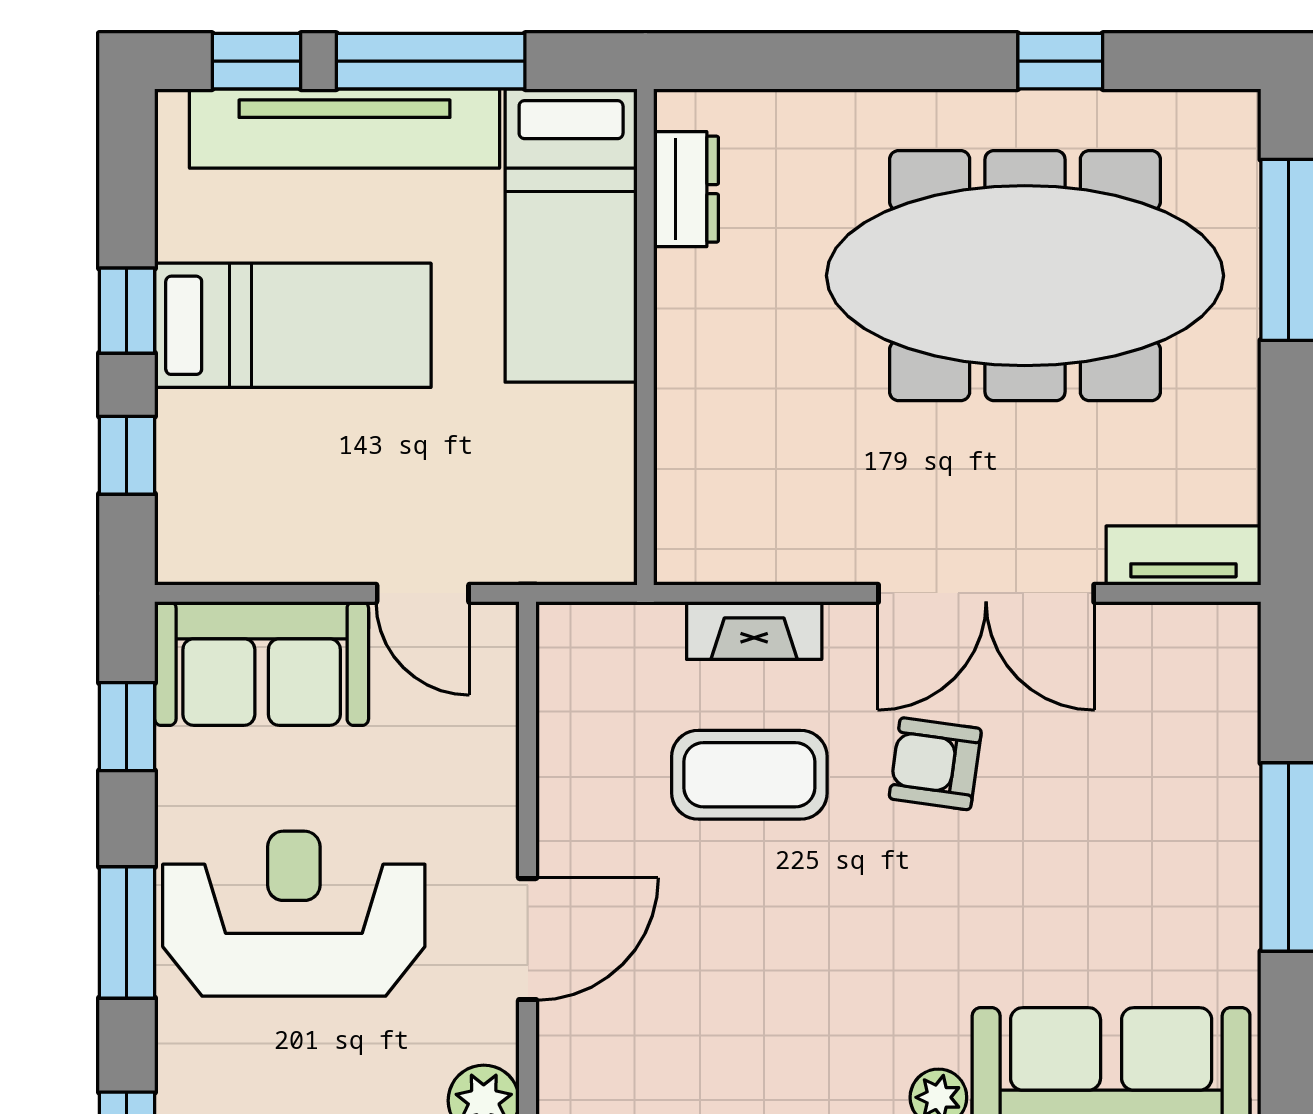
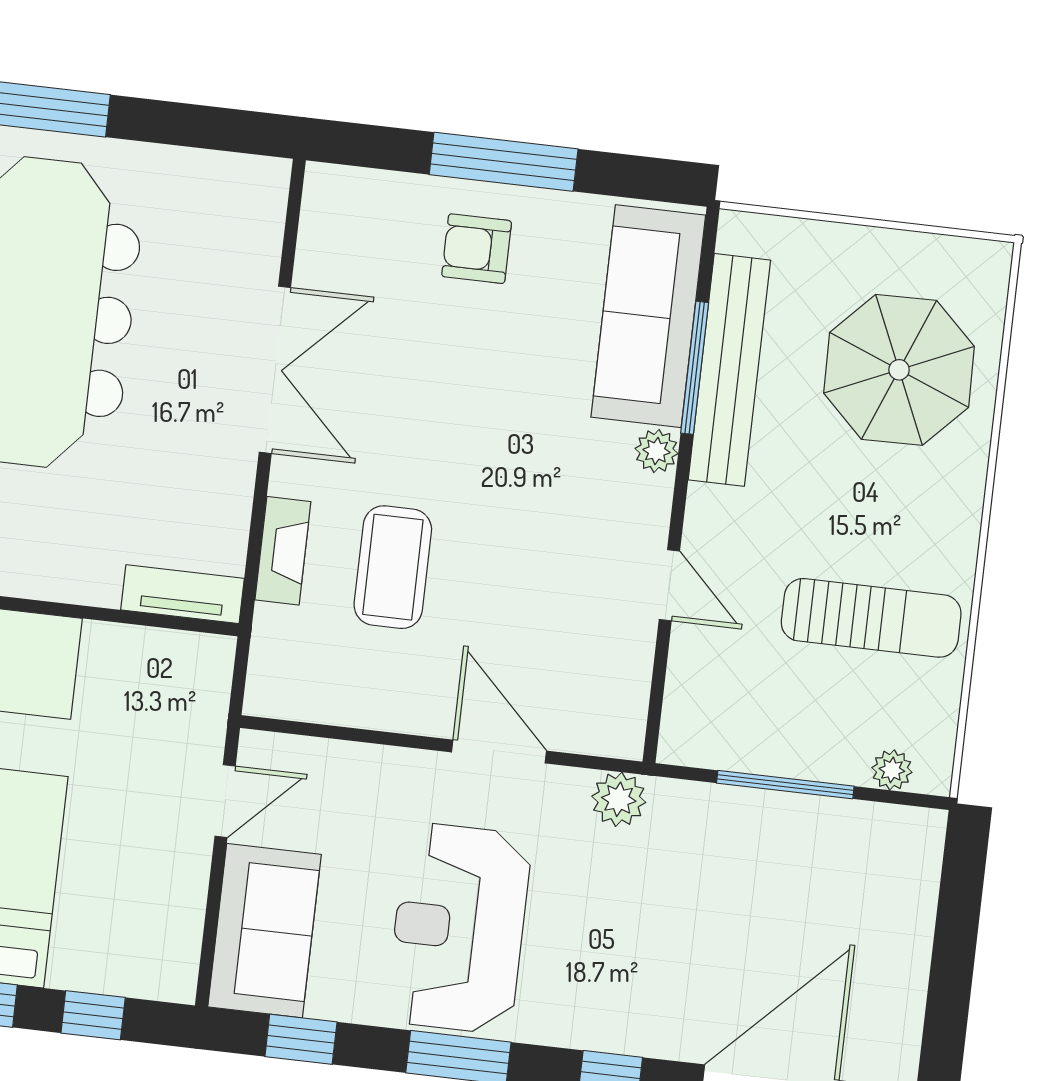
tv unit: (1183, 556) -> (183, 594), moved, turned 90
armchair: (935, 764) -> (477, 249), moved, turned 82

